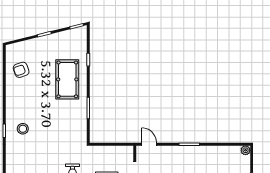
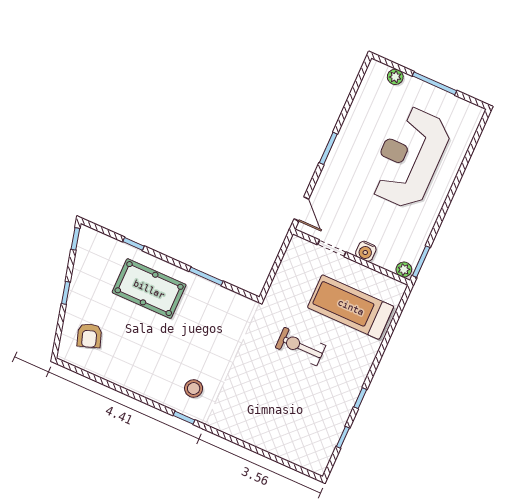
armchair: (21, 70) -> (89, 336), moved
door: (149, 144) -> (301, 209), swing flipped
plant: (246, 150) -> (395, 77), moved

